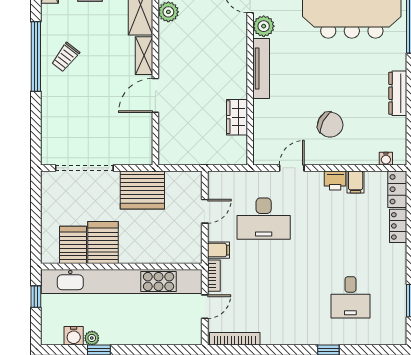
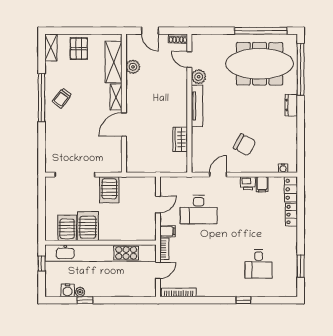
dresser: (398, 93) -> (291, 105), moved, width x0.70
server rack: (142, 190) -> (109, 190), width x0.62

